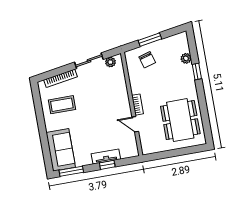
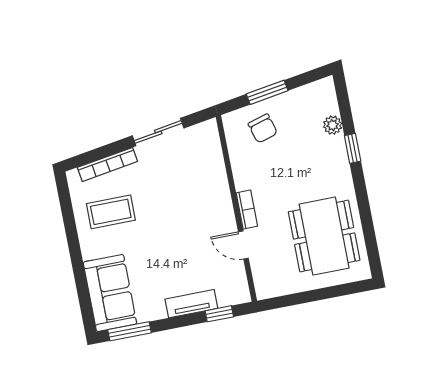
plant: (110, 62) -> (197, 134), removed
window: (107, 165) -> (219, 314), moved

